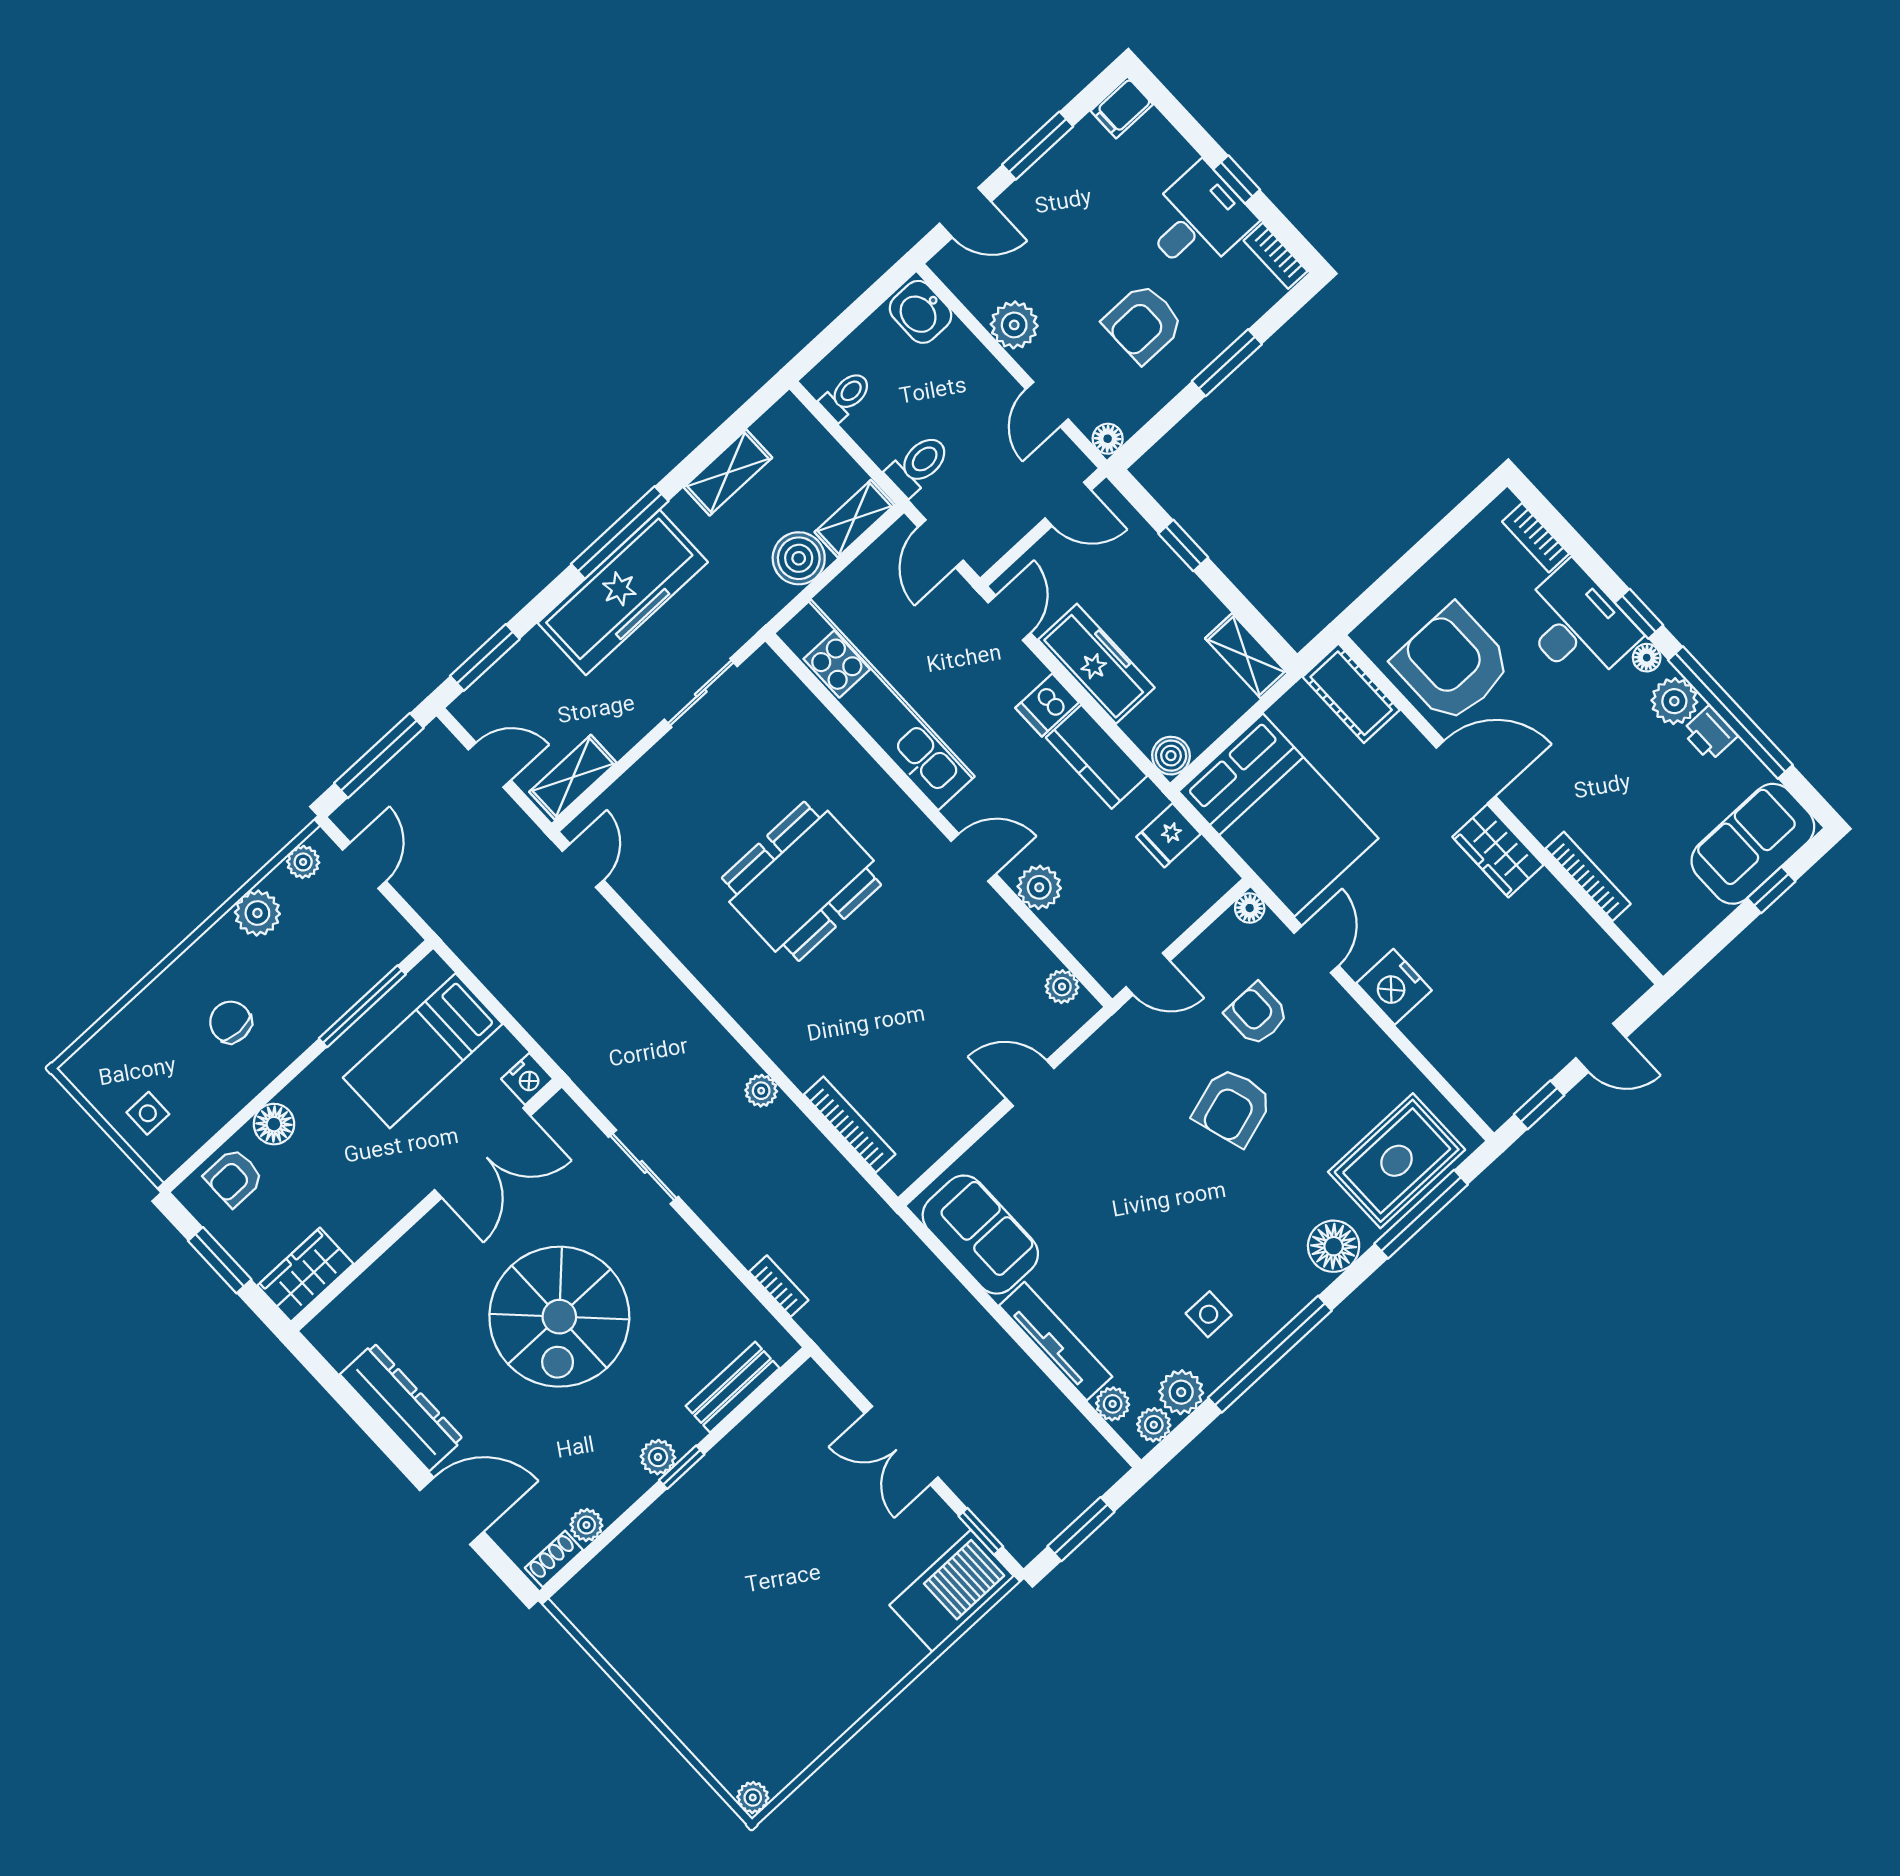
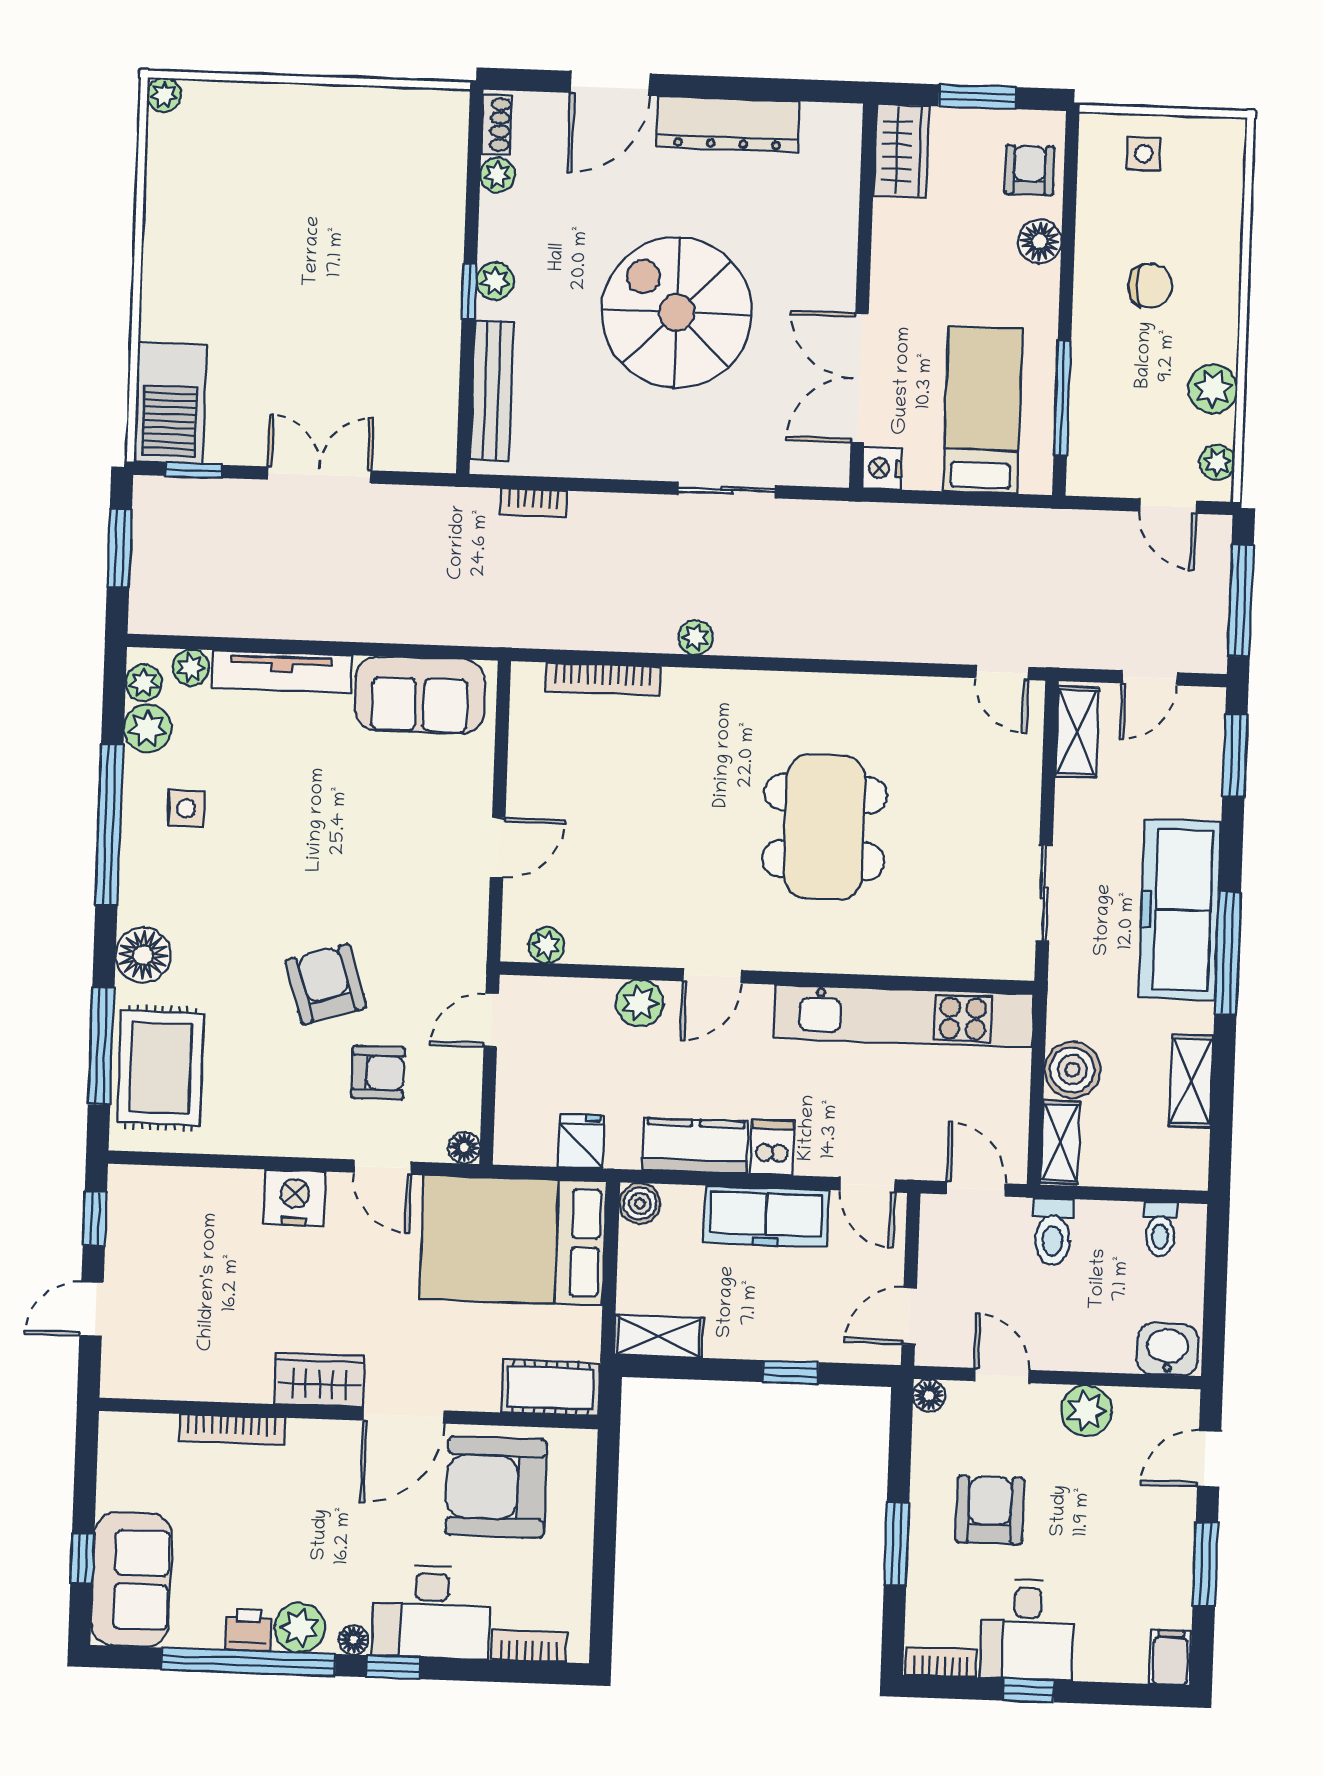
armchair: (1452, 664) -> (496, 1487), turned 180
bench: (733, 1387) -> (492, 391), width x1.36

